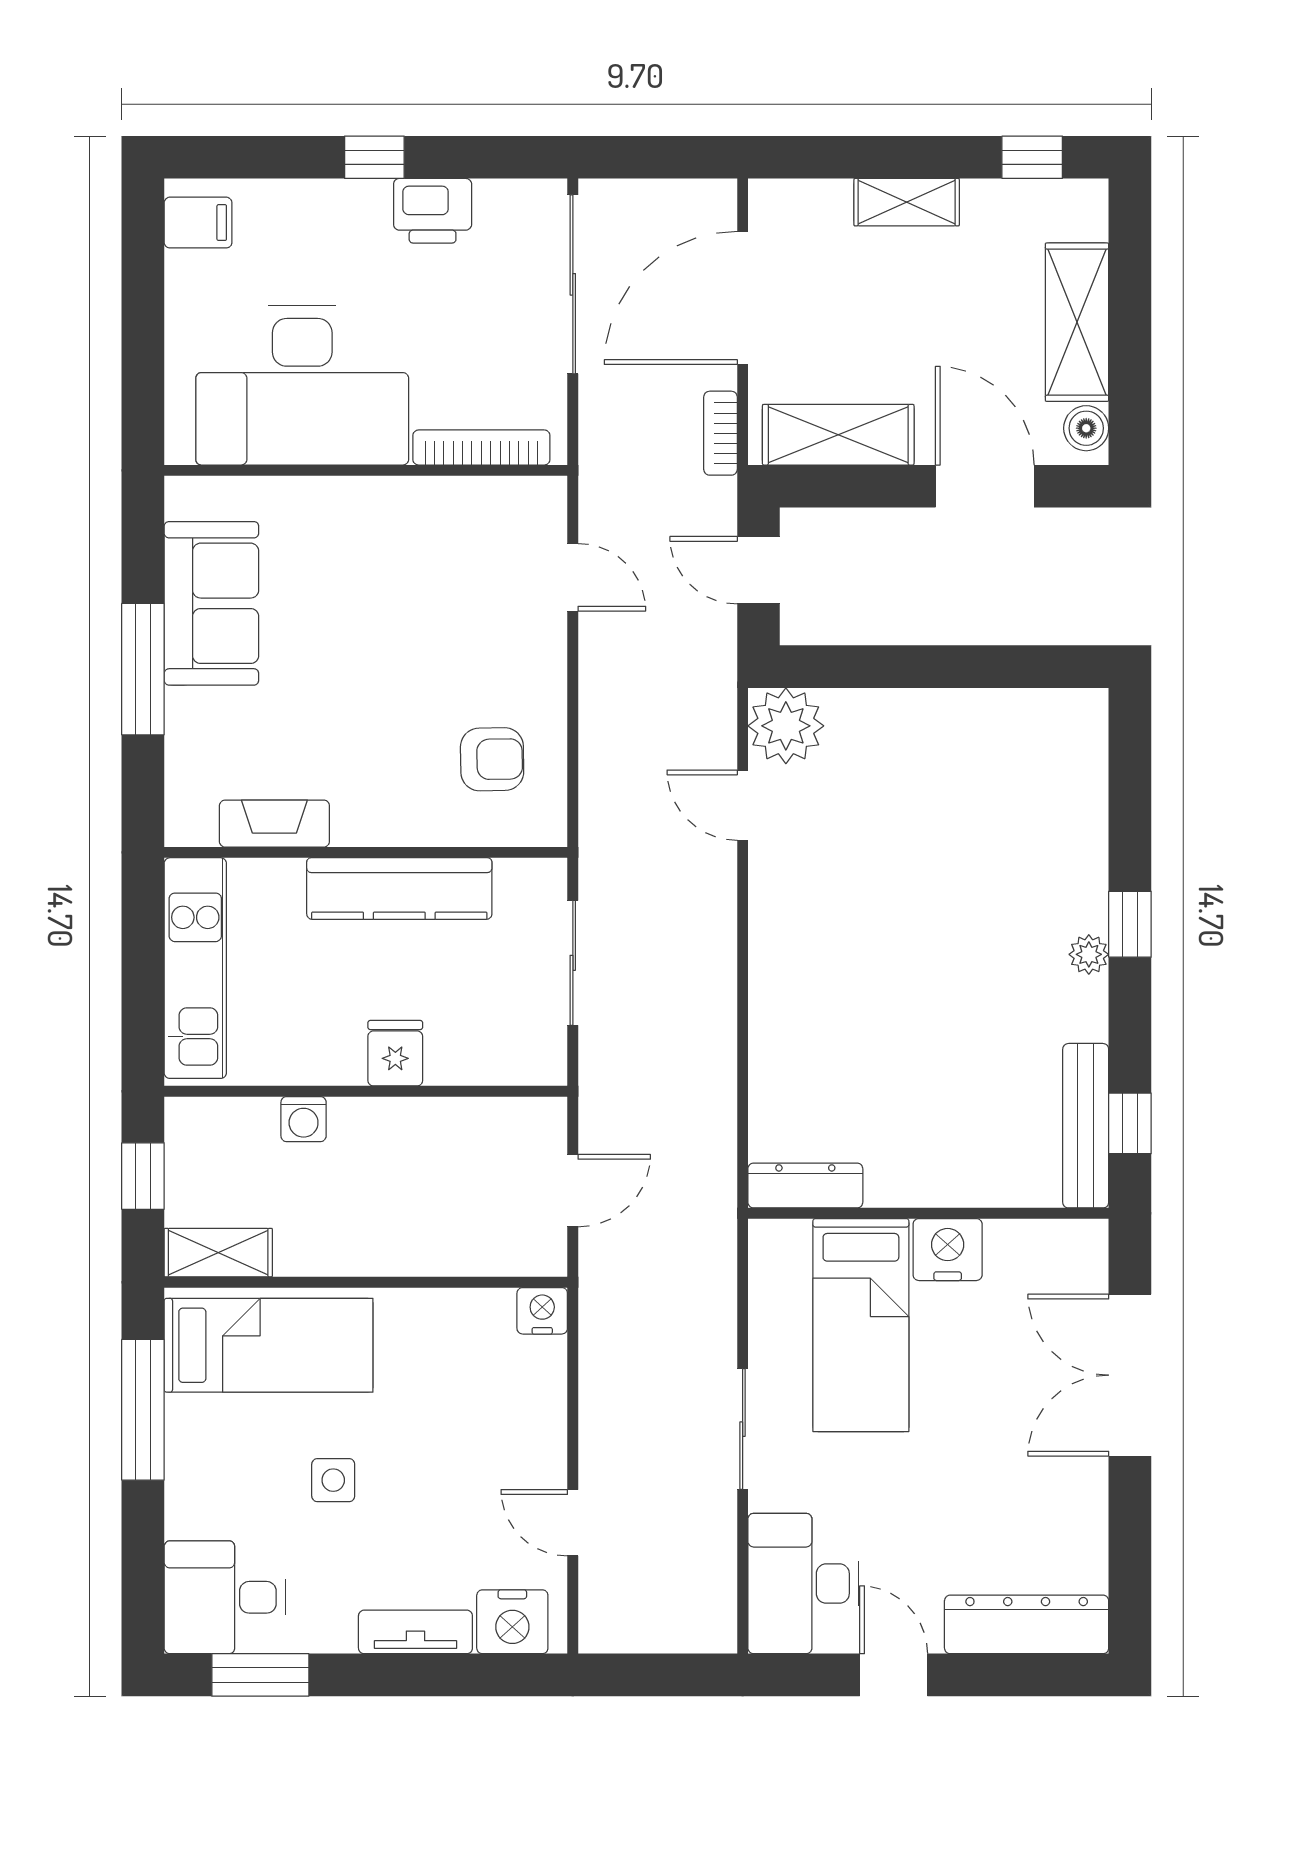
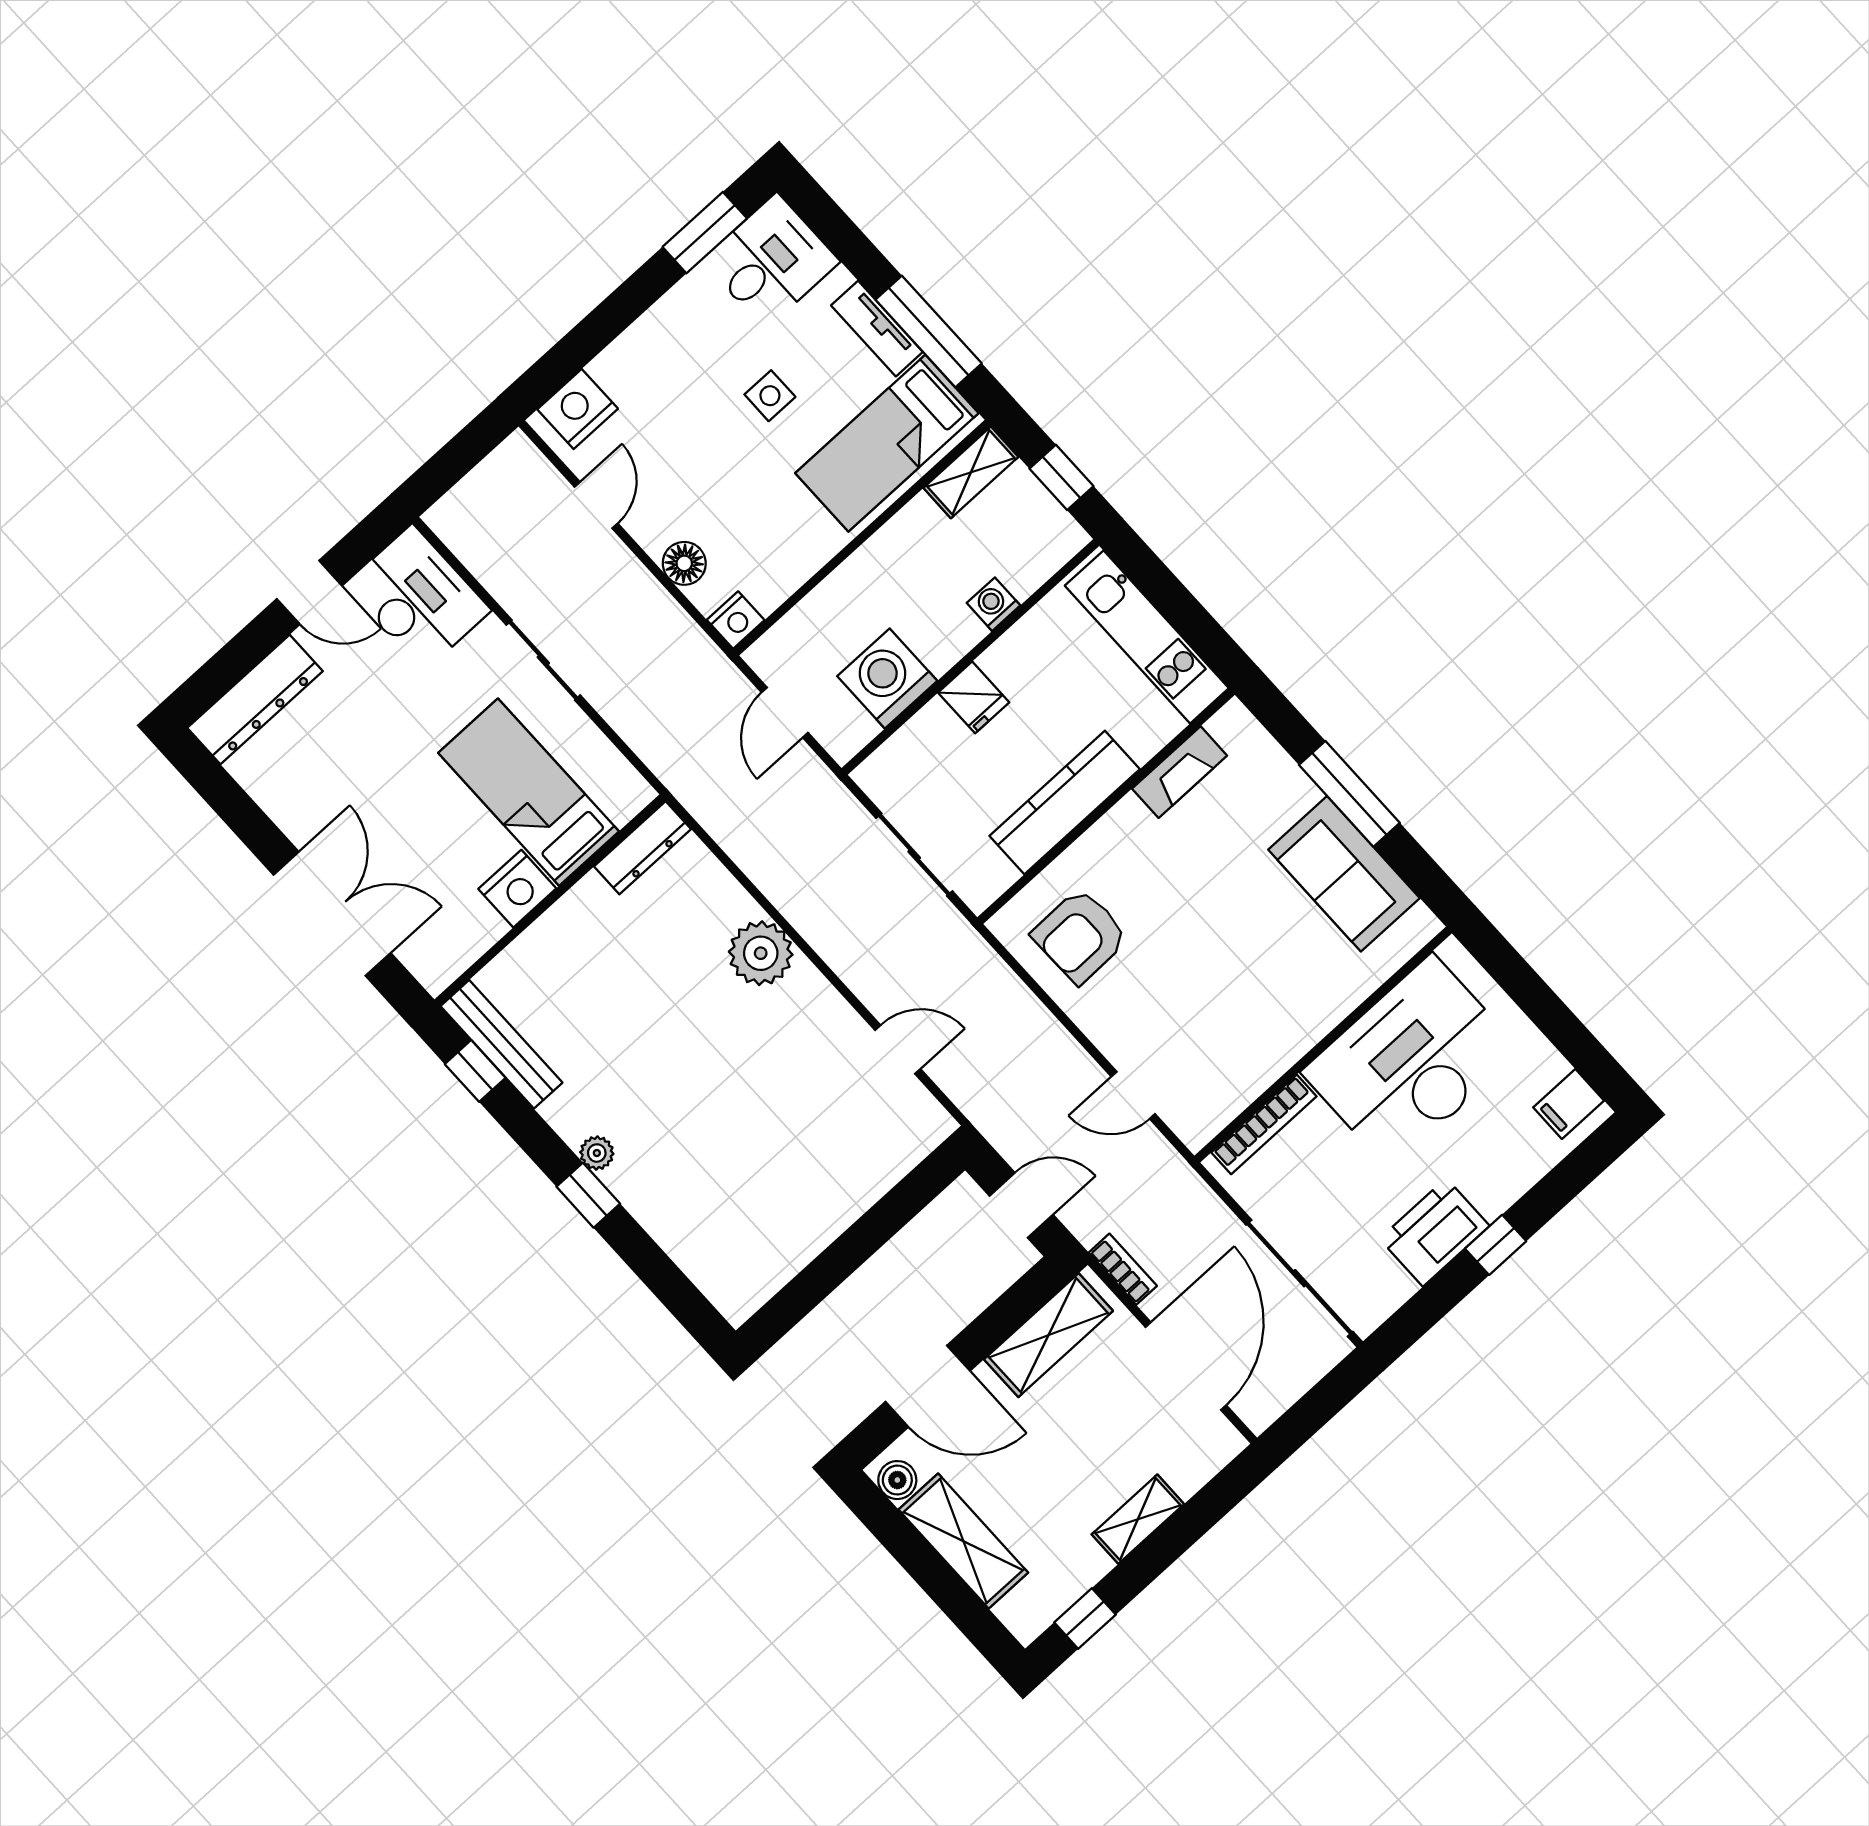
printer: (433, 211) -> (1434, 1232), width x1.37, depth x1.19
plant: (786, 726) -> (761, 953), moved
armchair: (492, 759) -> (1080, 936), width x1.38, depth x1.38
washing machine: (456, 1139) -> (887, 679), added
floor lamp: (542, 1401) -> (684, 563), added
door: (573, 1523) -> (596, 505), hinge flipped
tv unit: (415, 1632) -> (877, 329), moved, turned 90

